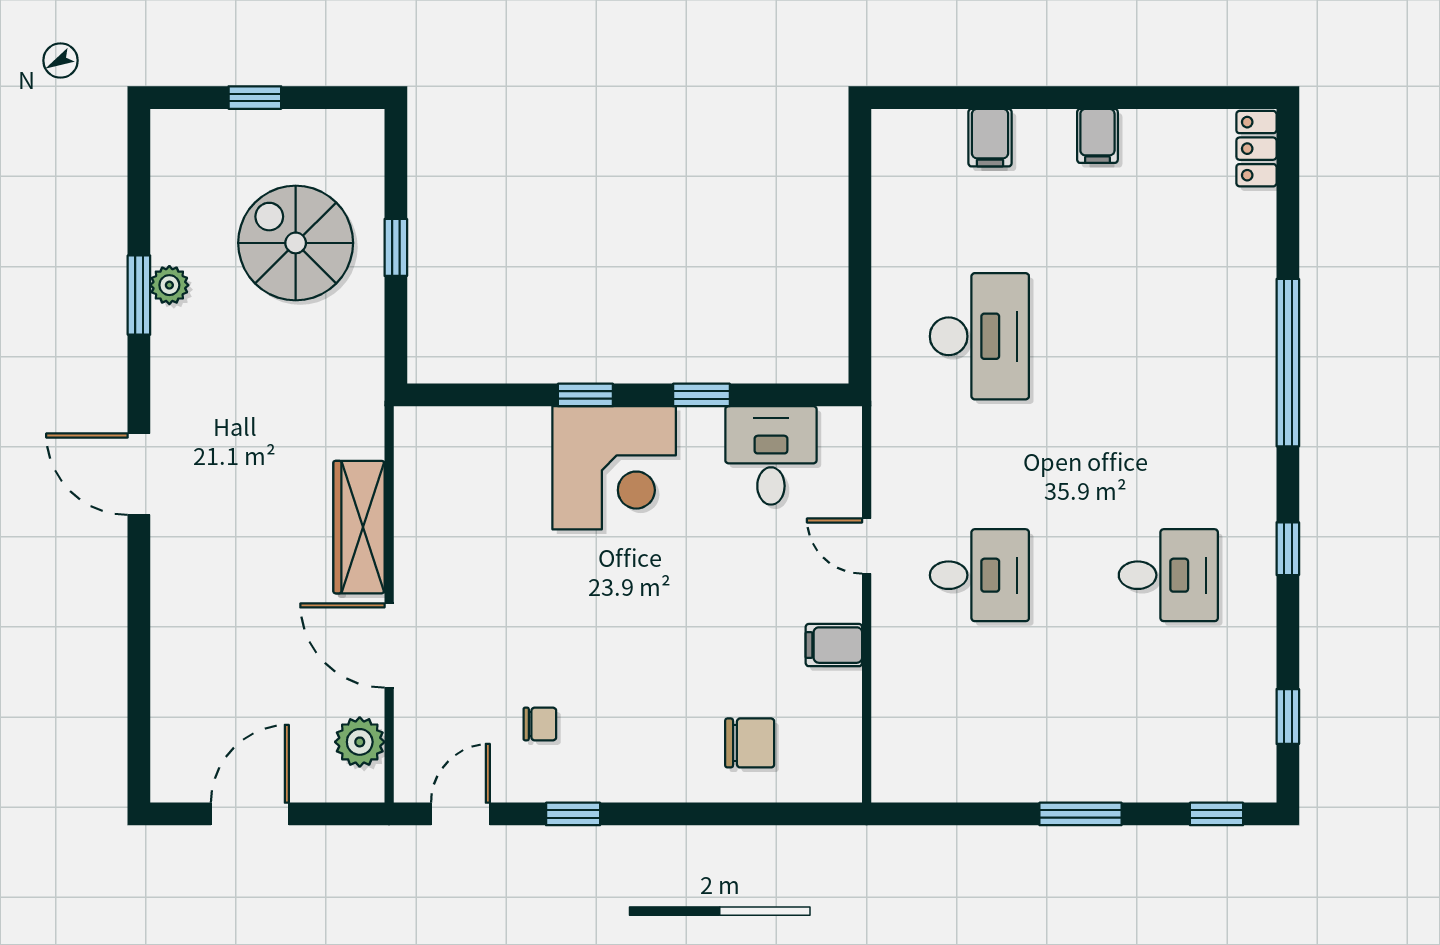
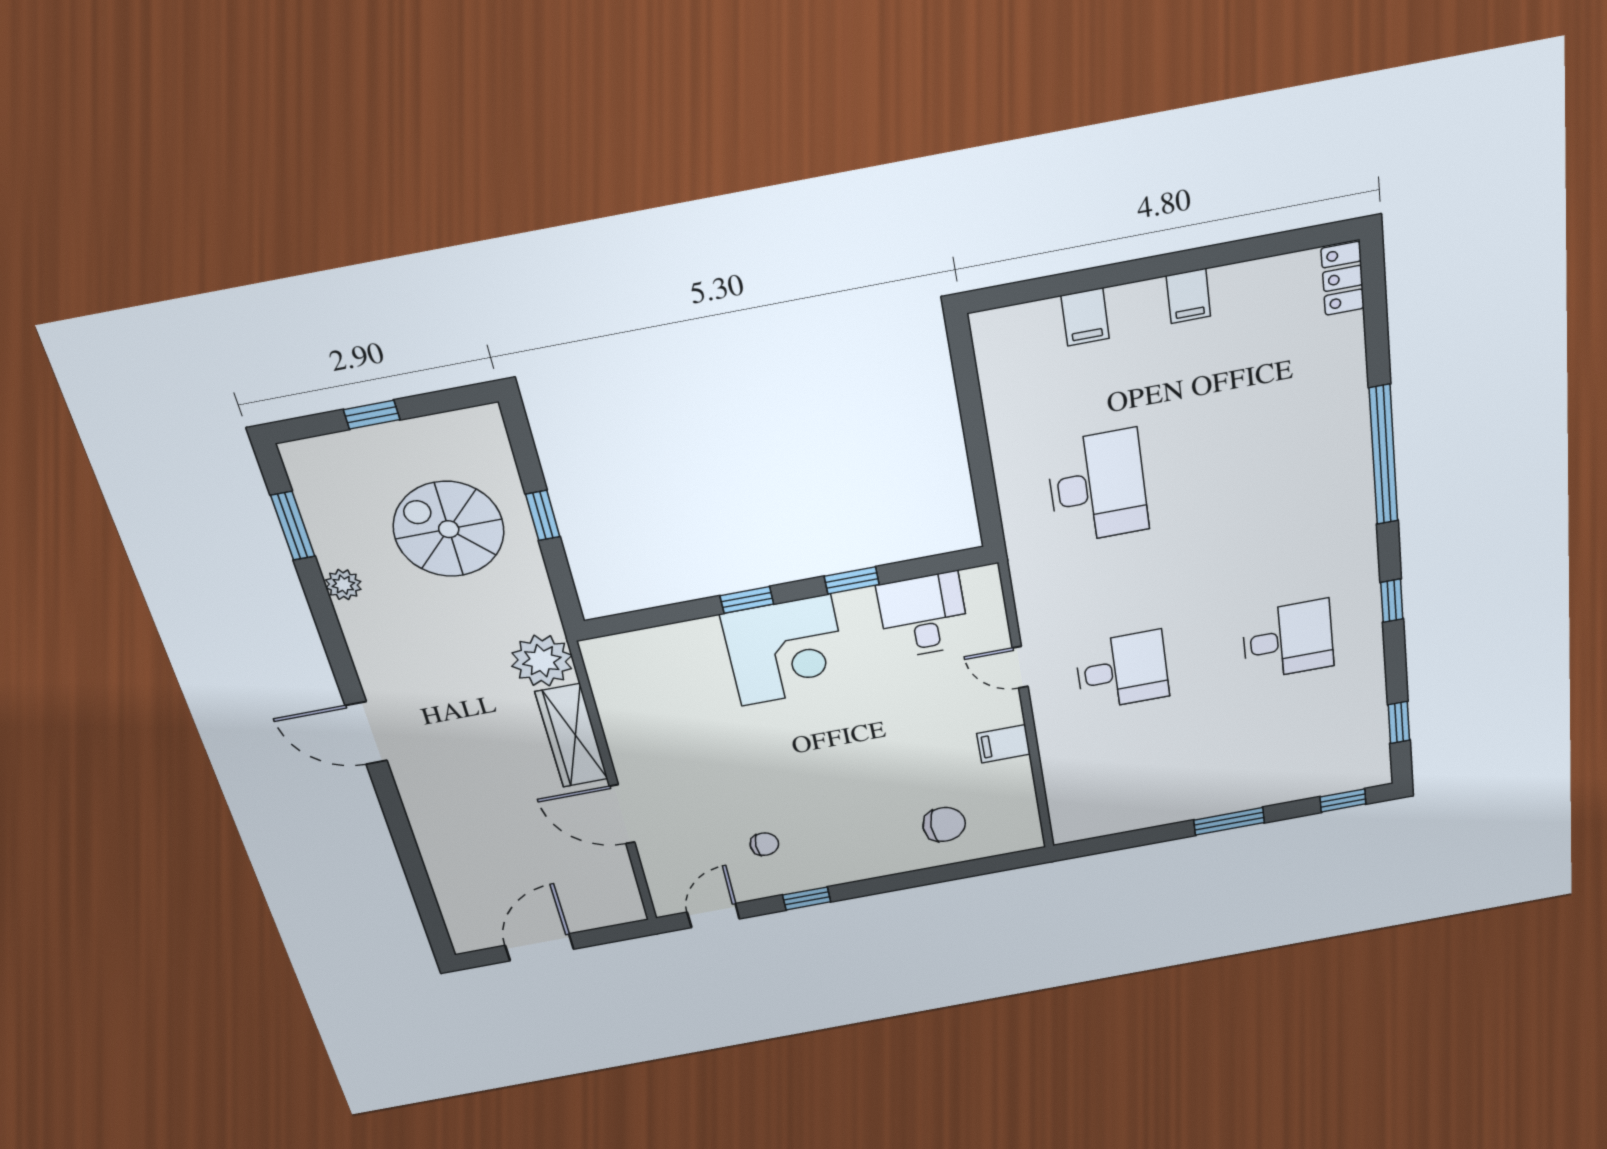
window: (139, 295) -> (293, 526), moved
plant: (360, 742) -> (542, 661), moved, width x1.36, depth x1.36

